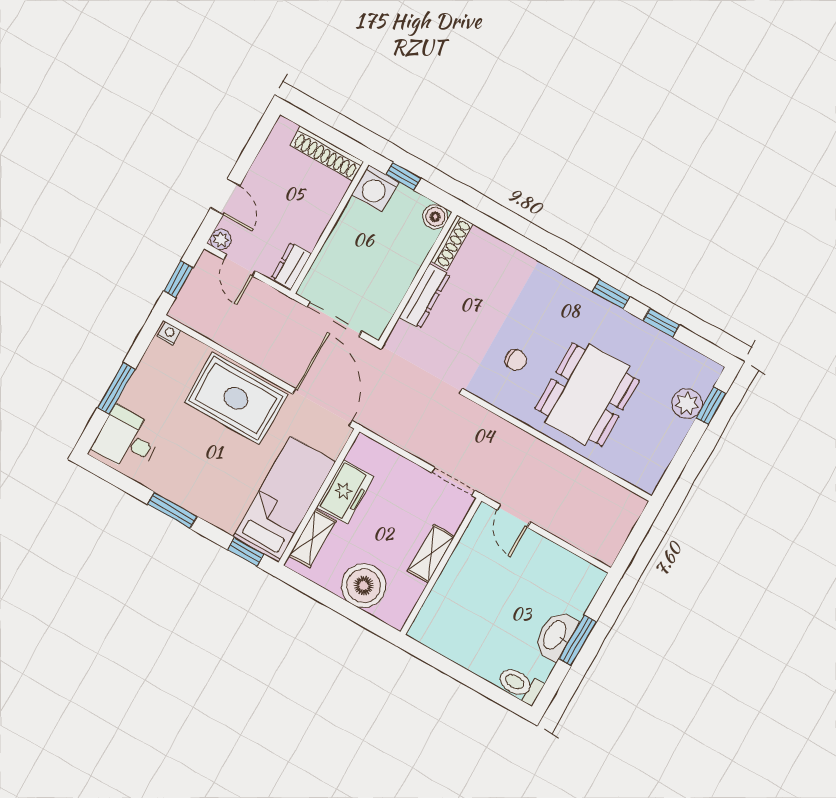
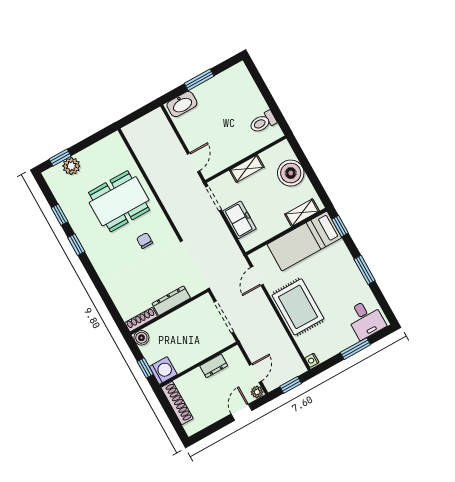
dresser: (291, 266) -> (214, 366), moved
door: (322, 407) -> (257, 276), width x0.53
freezer: (345, 492) -> (239, 220), moved, turned 90
washbasin: (556, 636) -> (182, 104), moved
toilet: (520, 685) -> (263, 122), moved, turned 90

